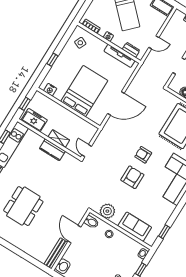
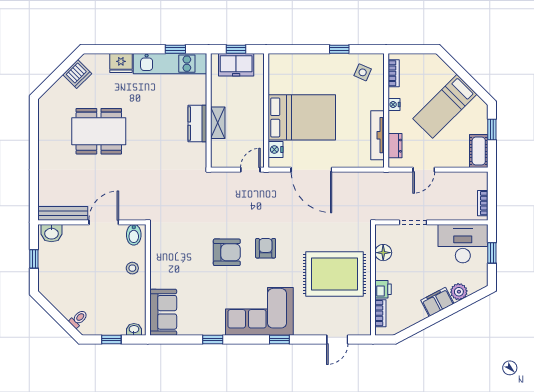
door: (154, 42) -> (424, 170), hinge flipped
window: (52, 60) -> (339, 49), moved
nightstand: (50, 90) -> (276, 150), moved
freezer: (34, 120) -> (236, 65), moved, turned 90
door: (87, 151) -> (250, 170), moved
plant: (107, 211) -> (161, 247), removed
sofa: (135, 227) -> (163, 312), moved
window: (164, 232) -> (213, 340), moved

